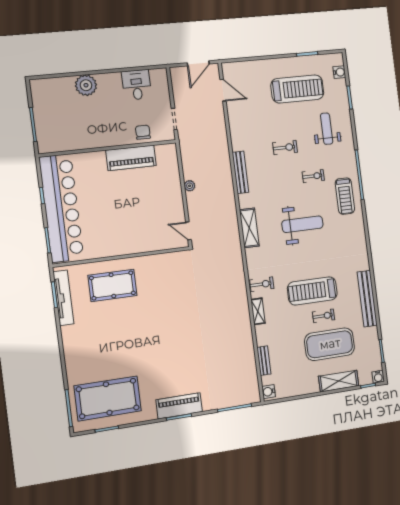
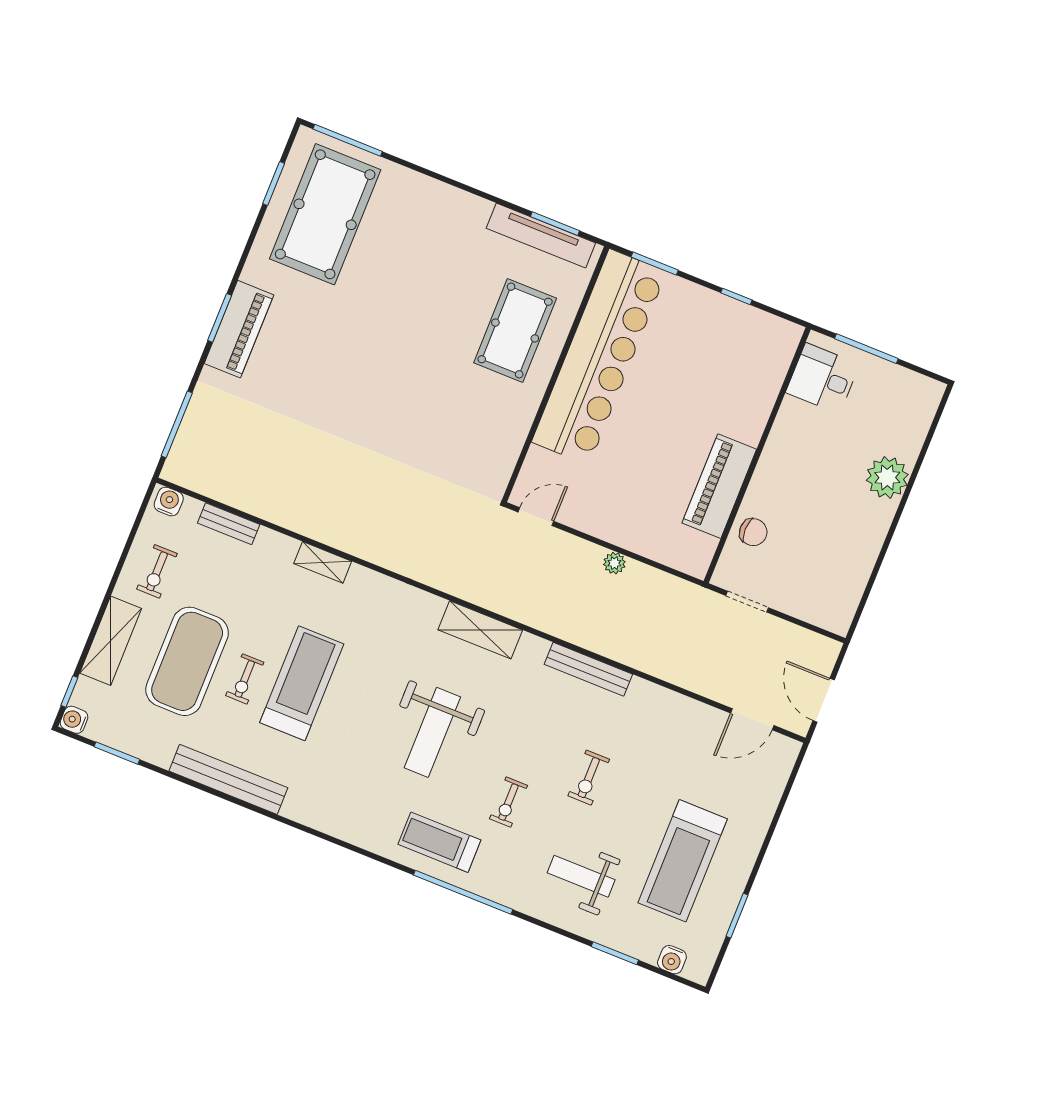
desk: (137, 85) -> (823, 378), moved, turned 180
weight bench: (327, 129) -> (581, 876), turned 180
bar counter: (61, 208) -> (599, 357), moved, turned -90
exercise bike: (262, 284) -> (157, 571), moved

